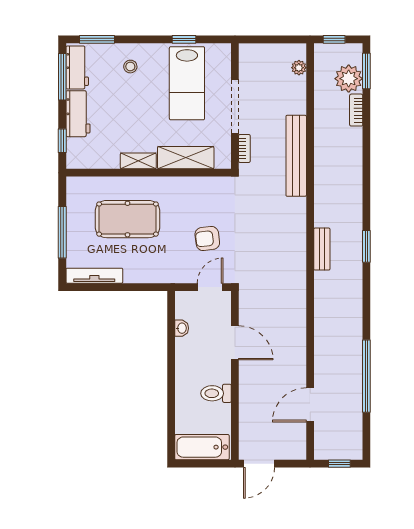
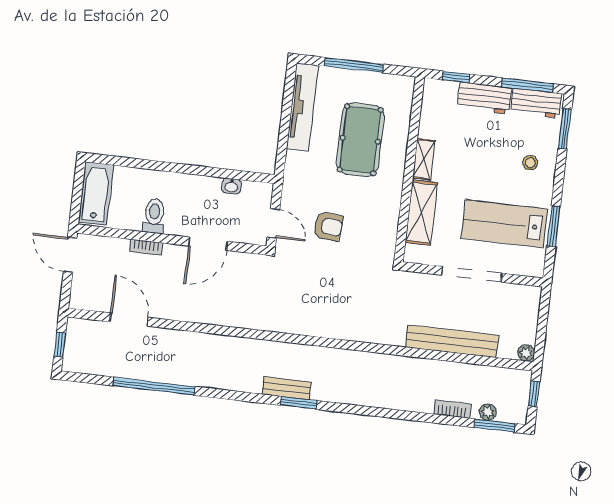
window: (184, 39) -> (554, 226), width x1.50
plant: (299, 68) -> (526, 353), moved
plant: (349, 79) -> (488, 412), width x0.53, depth x0.53
bookcase: (244, 148) -> (146, 247), moved
bench: (296, 156) -> (452, 341), moved
armchair: (207, 238) -> (328, 226), turned 103
bench: (322, 249) -> (287, 388), moved
tv unit: (94, 276) -> (302, 107), width x1.36, depth x1.29

